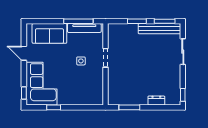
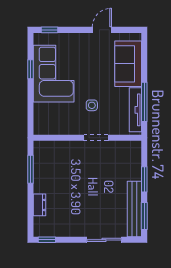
corner sofa: (41, 84) -> (54, 74), moved, turned -90

